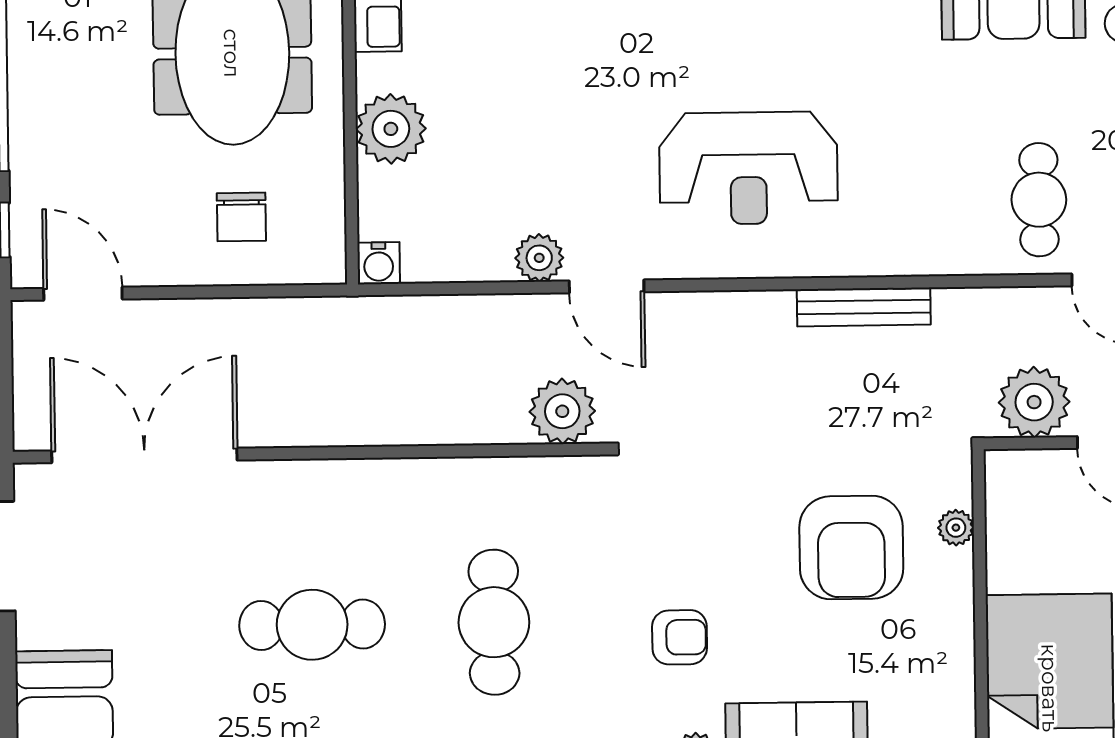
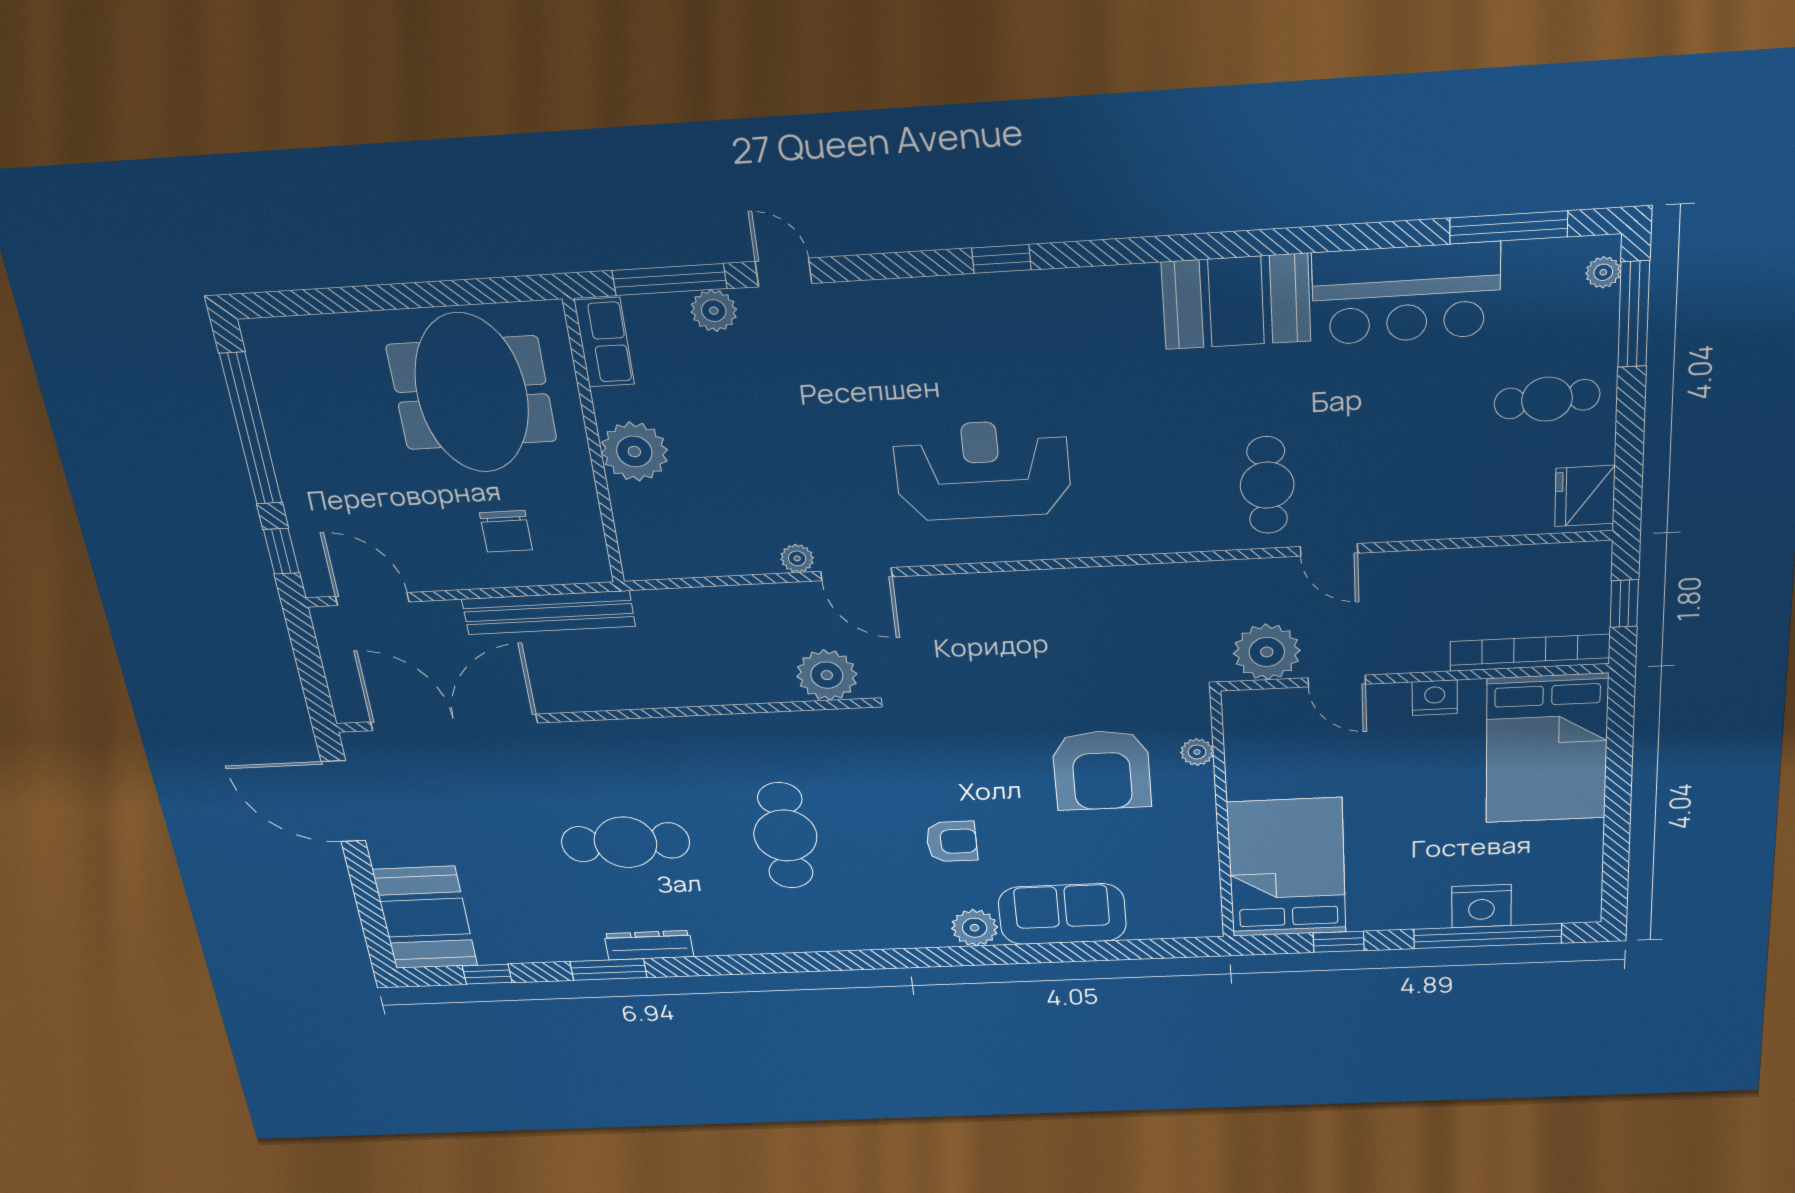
reception desk: (748, 168) -> (982, 470), turned 180
plant: (539, 258) -> (797, 558), width x0.73, depth x0.73
water cooler: (379, 263) -> (640, 564), removed
bench: (864, 307) -> (548, 613), moved, width x1.37, depth x1.21

